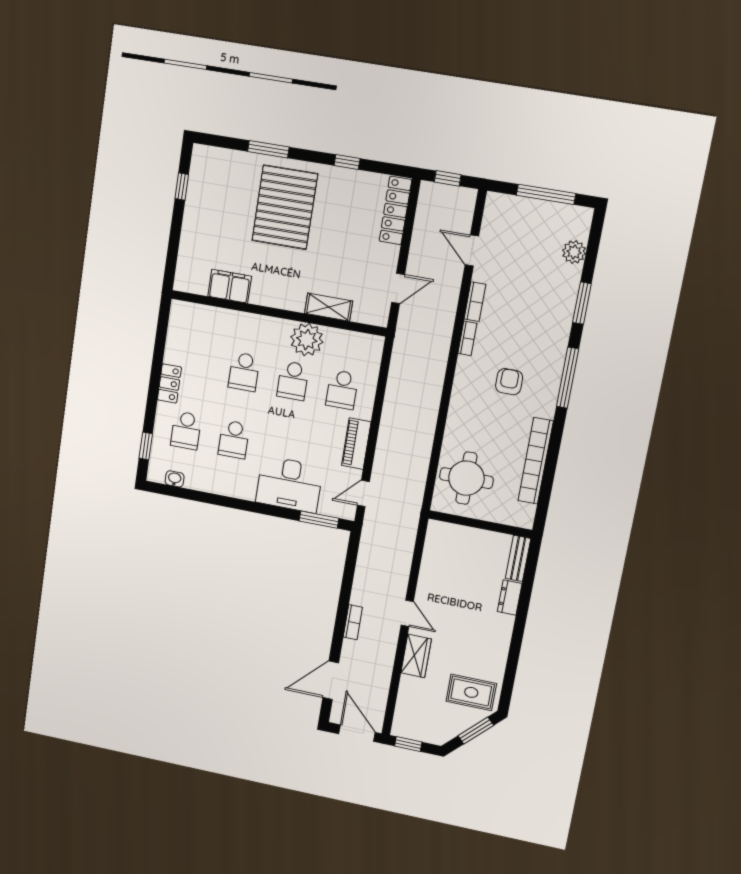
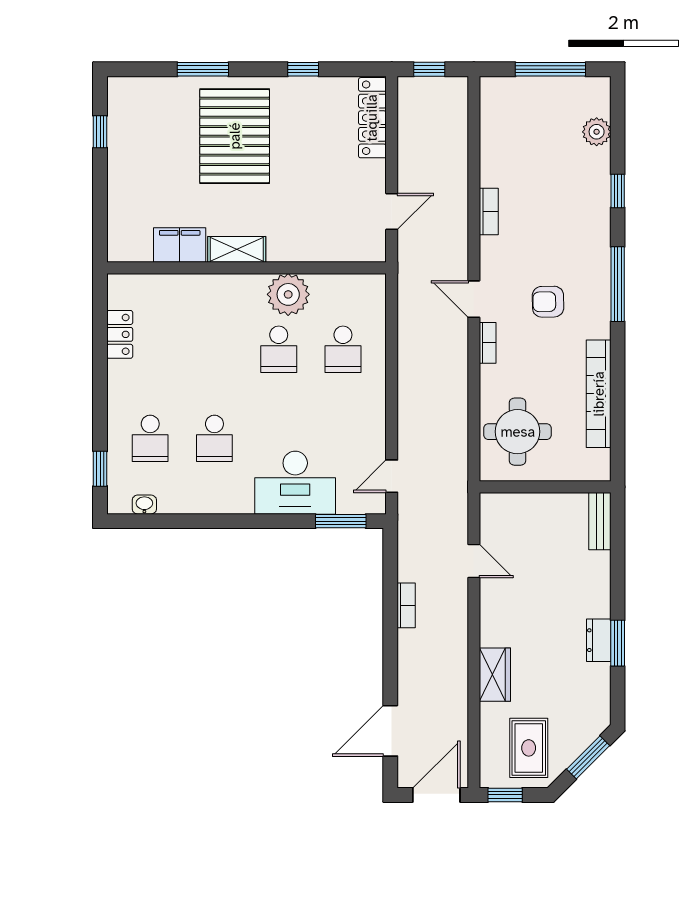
door: (472, 251) -> (474, 299), moved
window: (582, 303) -> (618, 191), width x0.67
shelving: (329, 307) -> (237, 249), moved
bookcase: (467, 338) -> (488, 343), moved
school desk: (244, 372) -> (214, 349), removed
armchair: (509, 382) -> (548, 302), turned -91
locker: (169, 383) -> (120, 334), moved
piano: (356, 444) -> (372, 414), removed
dresser: (510, 598) -> (599, 640), moved
door: (407, 613) -> (474, 561), moved
bookcase: (353, 622) -> (406, 605), moved
window: (514, 652) -> (618, 643), added
rug: (471, 692) -> (529, 748), moved, turned 90
door: (357, 733) -> (436, 795), hinge flipped

